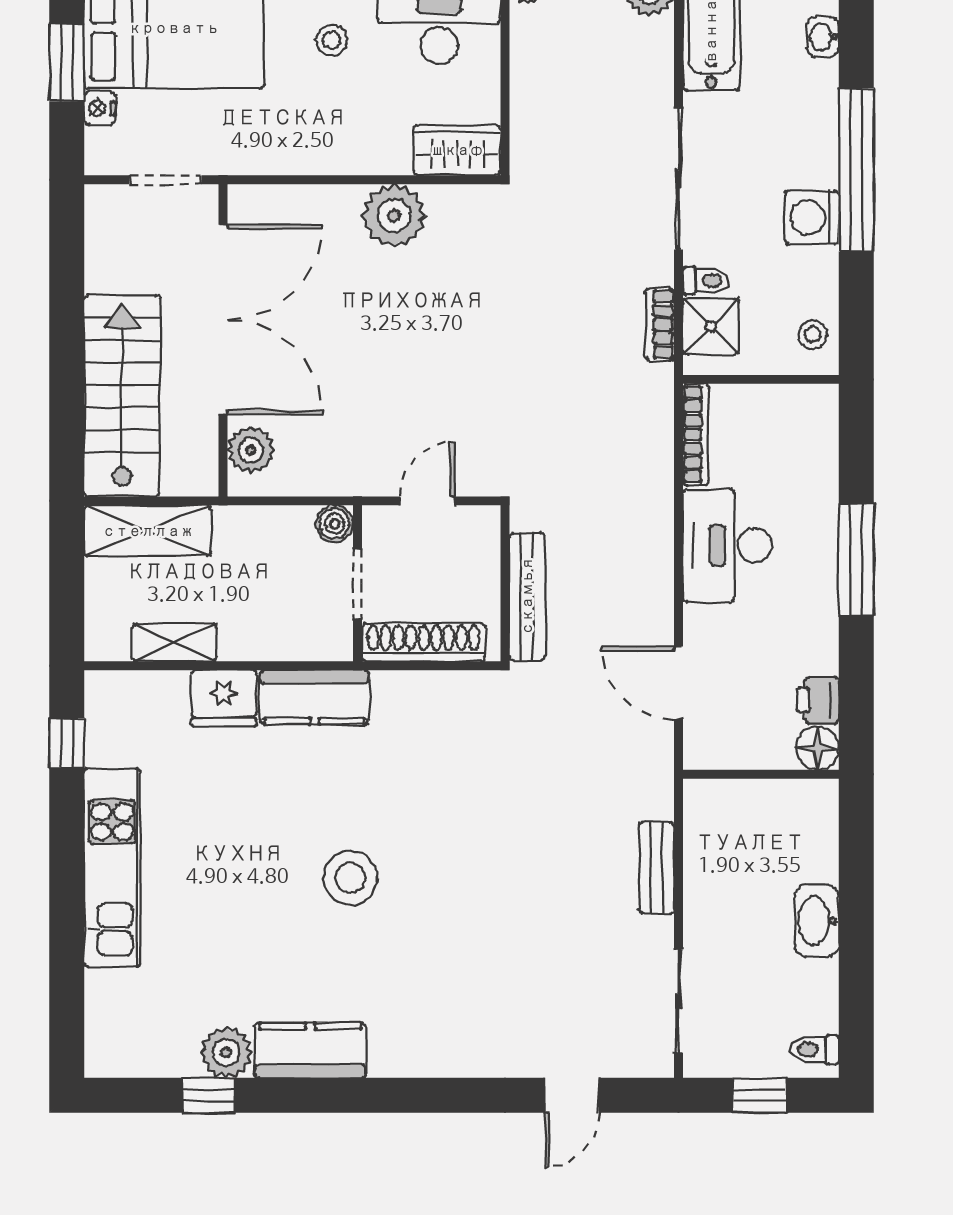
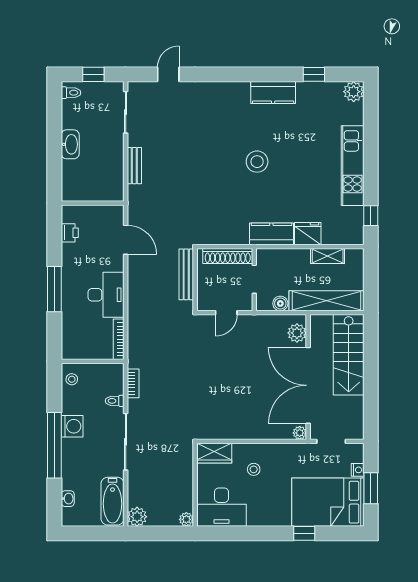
stool: (331, 40) -> (254, 469), moved
plant: (394, 216) -> (300, 433), moved, width x0.53, depth x0.53
shower: (711, 326) -> (113, 383), removed
boiler: (335, 524) -> (280, 303), moved
shelving: (148, 531) -> (326, 301), width x1.47
floor lamp: (817, 748) -> (70, 213), removed
plant: (226, 1052) -> (354, 92), moved

